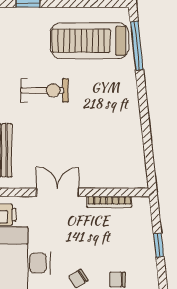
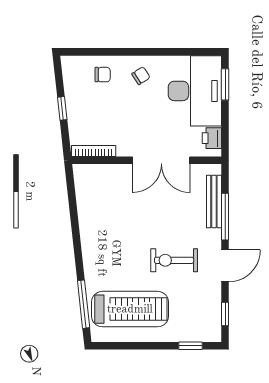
double door: (58, 192) -> (161, 160), width x1.37
bookcase: (109, 202) -> (94, 151), moved

